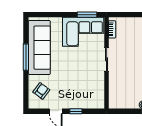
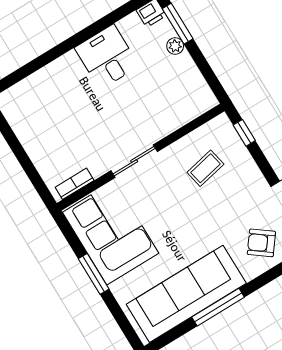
window: (87, 15) -> (94, 274), moved
coffee table: (86, 87) -> (205, 168), added
window: (76, 111) -> (244, 133), moved

